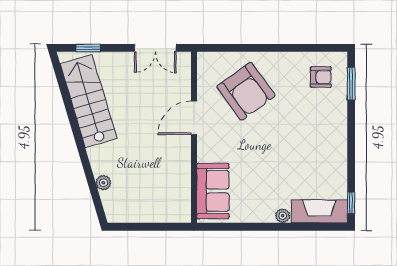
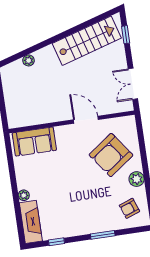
plant: (283, 62) -> (137, 179), added
armchair: (321, 77) -> (129, 208), turned 70
window: (351, 84) -> (103, 235), moved
window: (351, 203) -> (56, 242), moved

